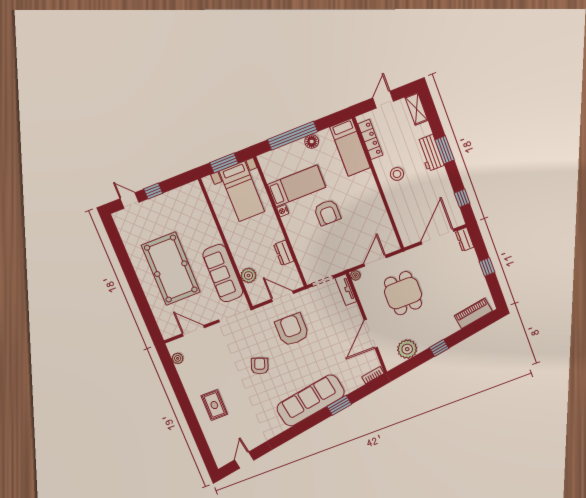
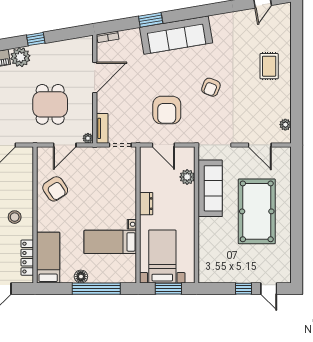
armchair: (327, 212) -> (55, 189), moved, turned 147
dresser: (284, 253) -> (146, 204), moved
plant: (407, 349) -> (20, 57), moved

